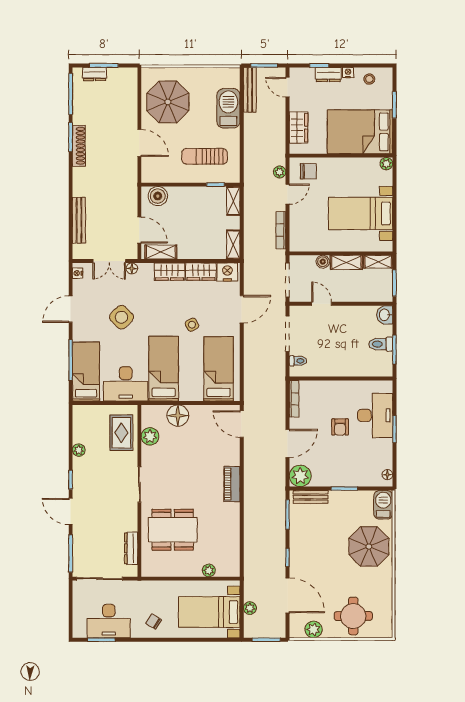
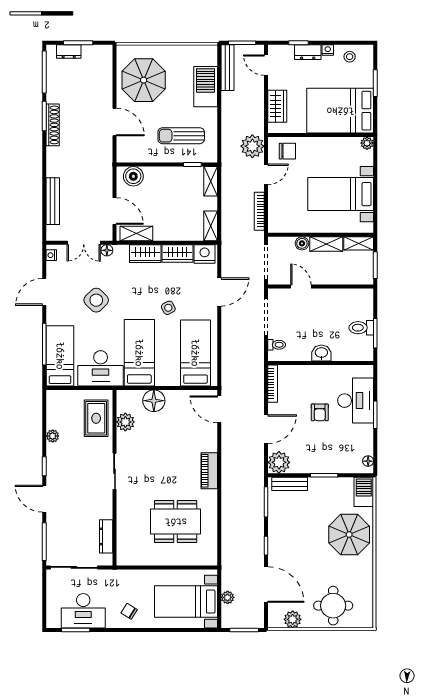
plant: (280, 172) -> (252, 146), width x1.88, depth x1.88
washbasin: (385, 315) -> (321, 353), moved, turned 90
dining table: (173, 530) -> (176, 522), moved
plant: (209, 570) -> (186, 559), removed

